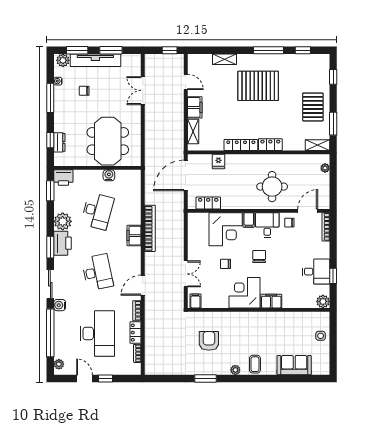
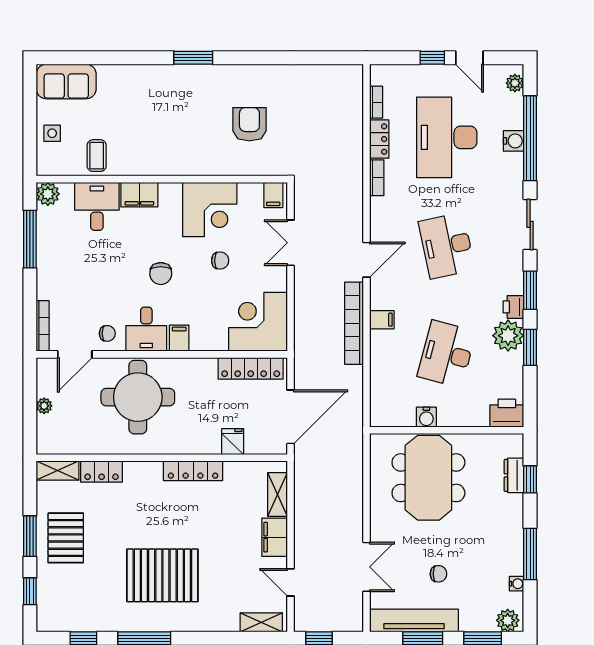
shelving: (225, 59) -> (261, 622), moved
tv unit: (95, 60) -> (414, 621), moved
chair: (84, 91) -> (438, 574), moved
window: (333, 124) -> (30, 536), moved
locker: (270, 145) -> (102, 471), moved
plant: (325, 168) -> (44, 406), moved
round table: (272, 187) -> (138, 397), width x1.36, depth x1.36
window: (50, 191) -> (530, 347), moved
locker: (208, 203) -> (251, 368), width x1.53
corner desk: (226, 229) -> (258, 322), moved
filing cabinet: (134, 236) -> (382, 320), width x0.50
printer: (62, 243) -> (513, 307), width x0.53, depth x0.68
desk: (316, 272) -> (97, 206), moved, turned 90
window: (333, 276) -> (30, 239), width x2.17
door: (143, 285) -> (366, 260), moved
corner desk: (244, 293) -> (210, 210), moved
water cooler: (60, 305) -> (513, 141), moved
armchair: (209, 341) -> (249, 124), turned 180
coffee table: (255, 364) -> (97, 156), moved
sofa: (294, 365) -> (66, 82), moved
plant: (235, 370) -> (203, 73), removed
window: (205, 378) -> (193, 58), moved

